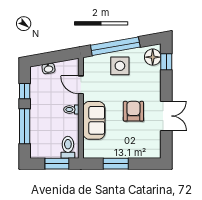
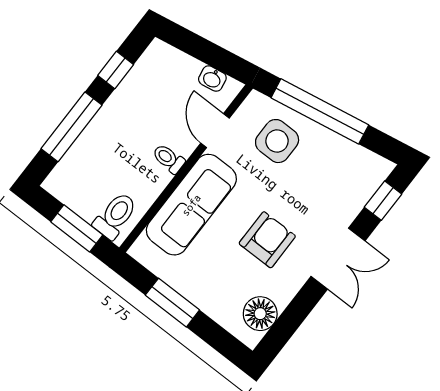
floor lamp: (153, 57) -> (260, 314), moved
side table: (120, 66) -> (277, 141), moved
washbasin: (48, 68) -> (212, 79), moved
double door: (166, 116) -> (338, 259), moved
sofa: (94, 120) -> (191, 205), width x1.36

